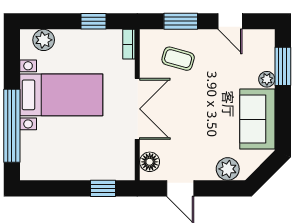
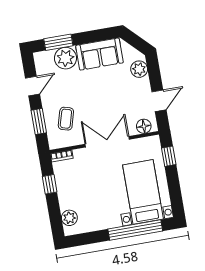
plant: (267, 79) -> (65, 58), width x1.88, depth x1.88
bed with nightstands: (61, 95) -> (143, 192), moved

